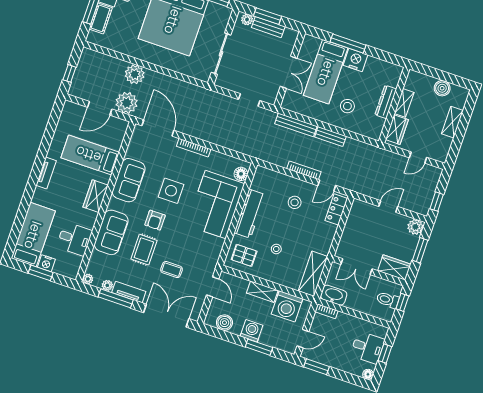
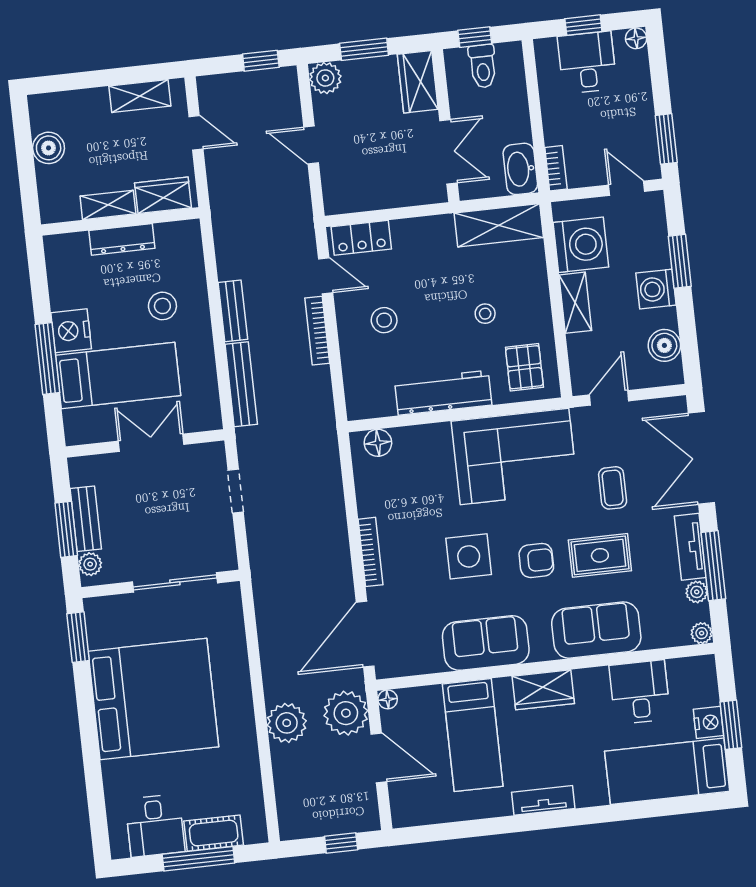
shelving: (452, 122) -> (140, 96), moved
floor lamp: (124, 124) -> (388, 699), added
corner sofa: (216, 204) -> (514, 456), moved

